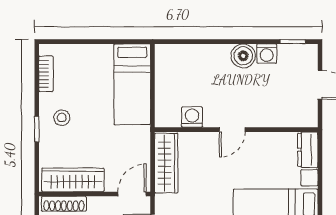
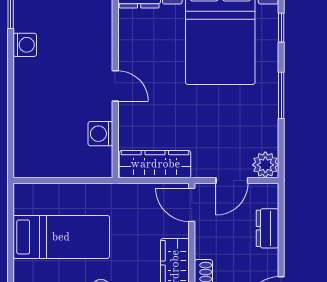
boiler: (243, 56) -> (27, 73), removed
bed: (132, 84) -> (61, 237), moved

